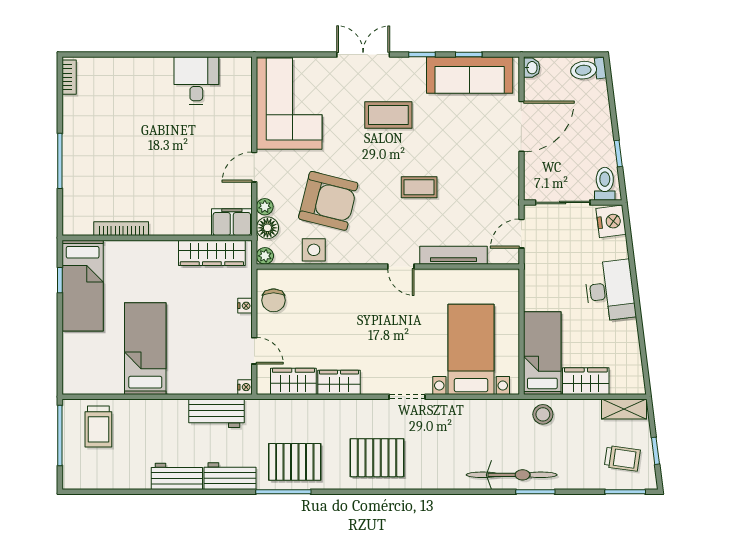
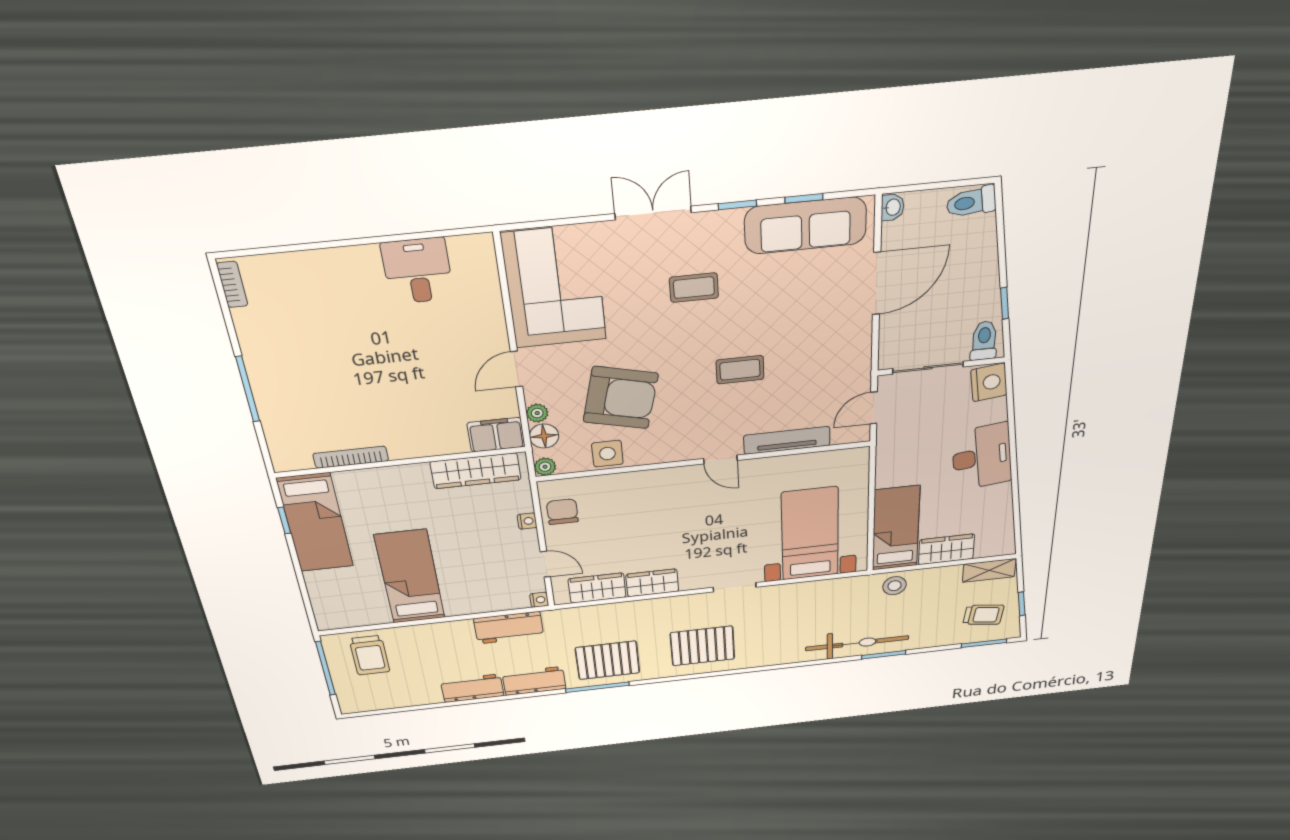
coffee table: (388, 115) -> (694, 288), width x0.73, depth x0.77
chair: (274, 300) -> (562, 512), turned 180

